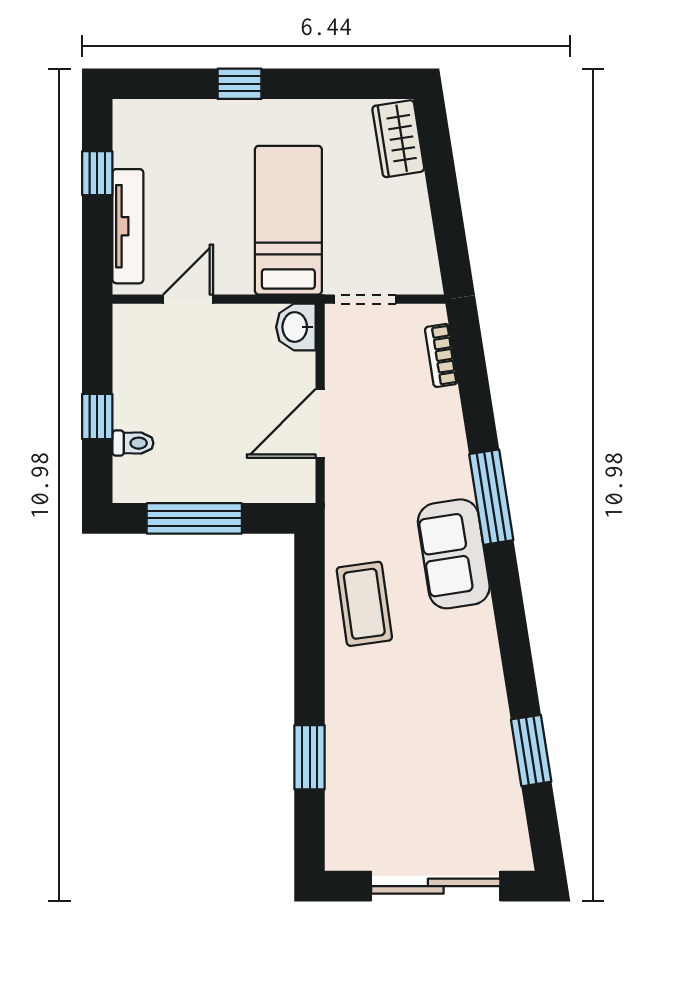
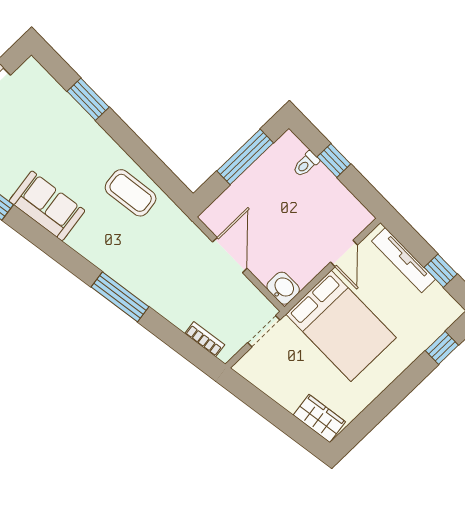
window: (239, 84) -> (442, 348), moved
bed: (288, 220) -> (341, 326), width x1.50
sofa: (454, 554) -> (47, 206), moved

